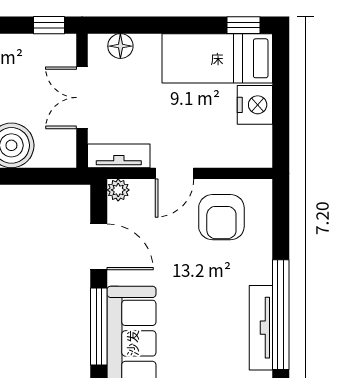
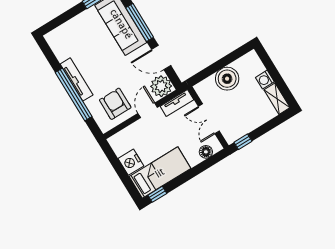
double door: (82, 98) -> (209, 119), swing flipped
plant: (118, 190) -> (161, 86), width x1.88, depth x1.88
window: (281, 315) -> (74, 94), moved
tv unit: (261, 328) -> (77, 79), moved

